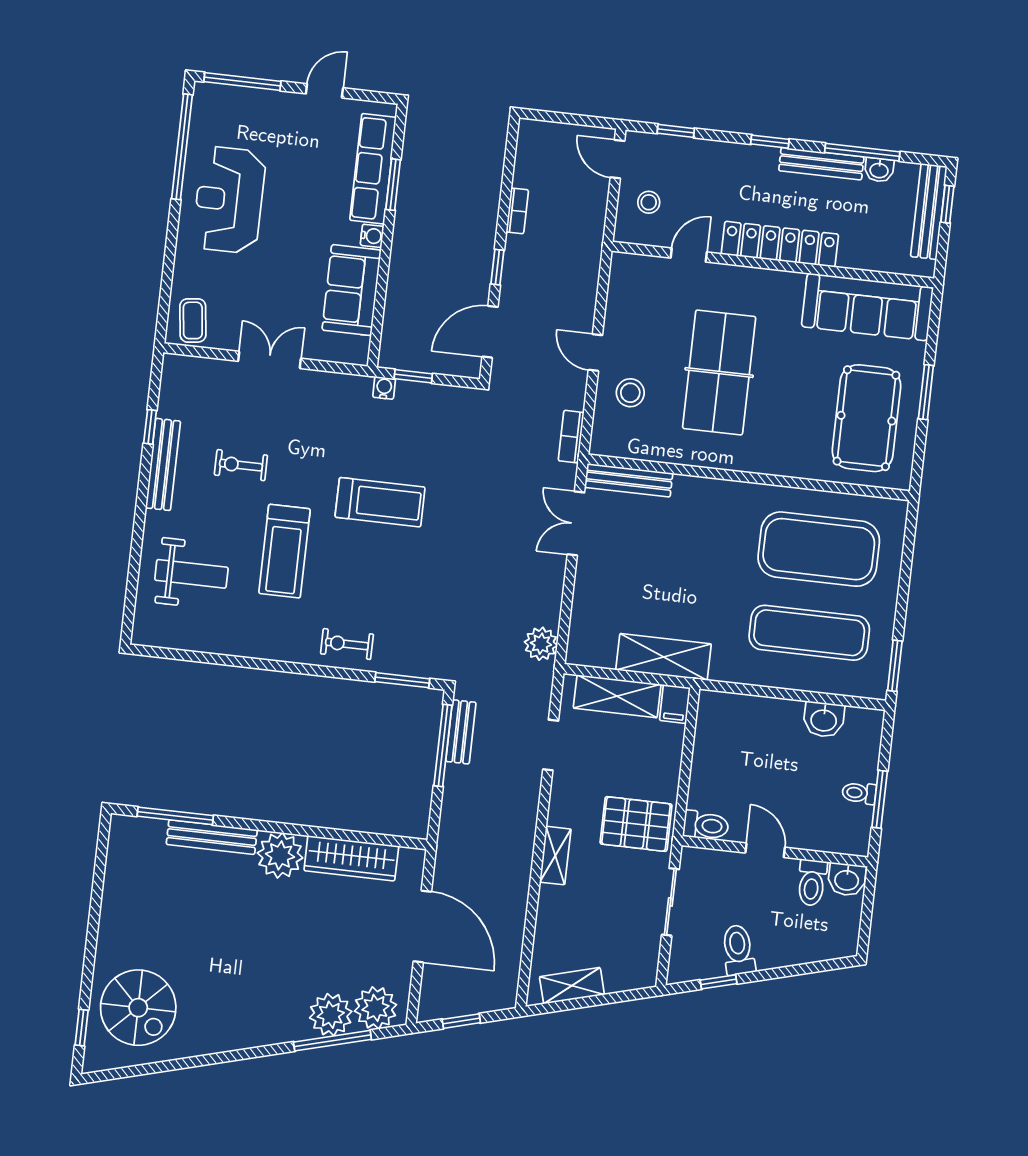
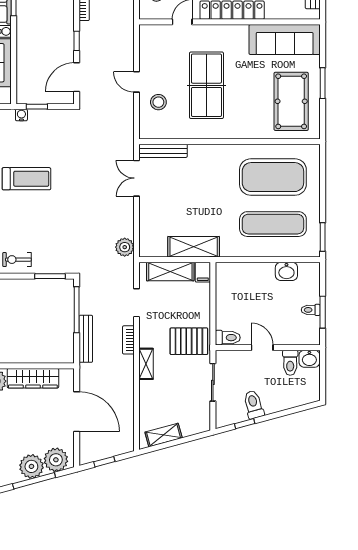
bookcase: (571, 437) -> (128, 340), moved
bench: (461, 732) -> (86, 339), moved, width x1.36

